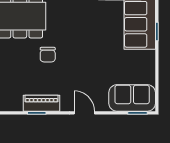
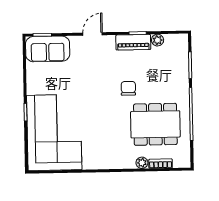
plant: (16, 105) -> (158, 40), added
door: (84, 113) -> (93, 34), swing flipped

